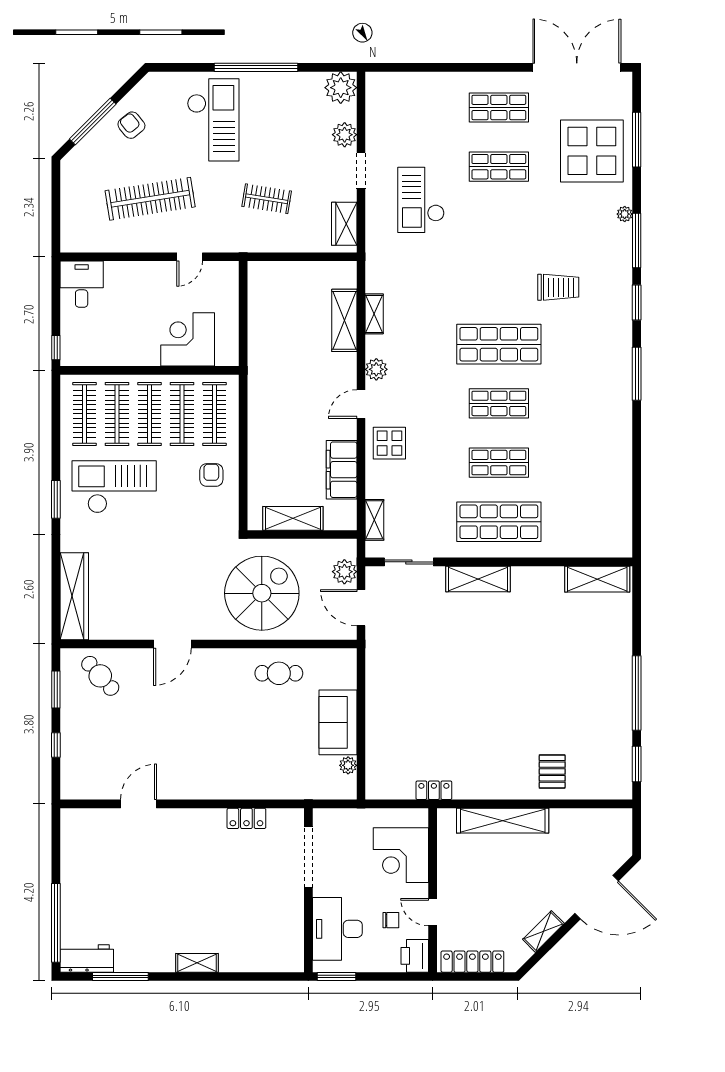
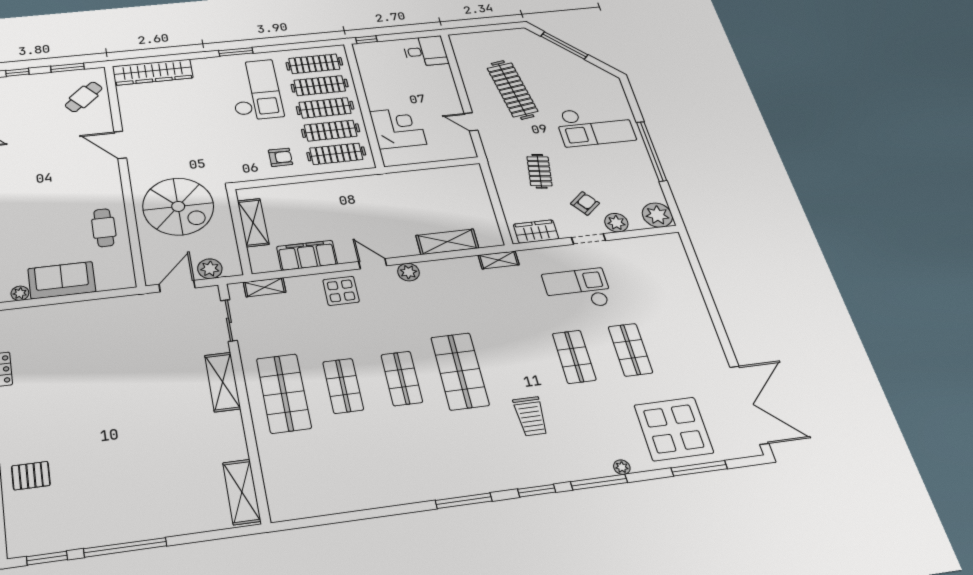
shop shelf: (499, 107) -> (574, 357), moved
armchair: (131, 125) -> (585, 203), moved
shelving: (374, 314) -> (499, 260), moved

